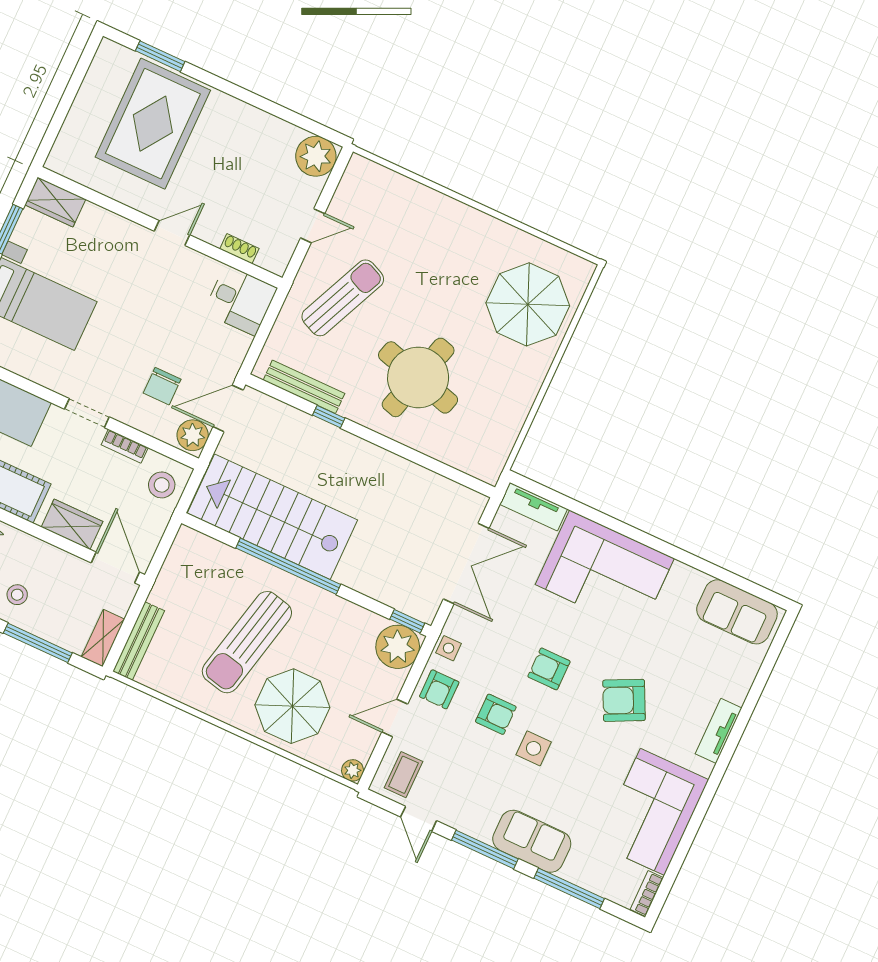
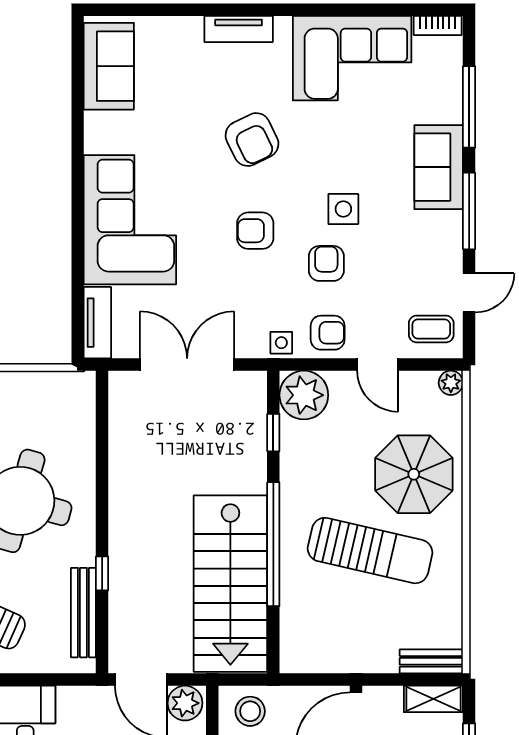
window: (407, 621) -> (273, 433), moved
bench: (139, 641) -> (431, 661), width x0.73
armchair: (549, 669) -> (255, 231), turned 90

